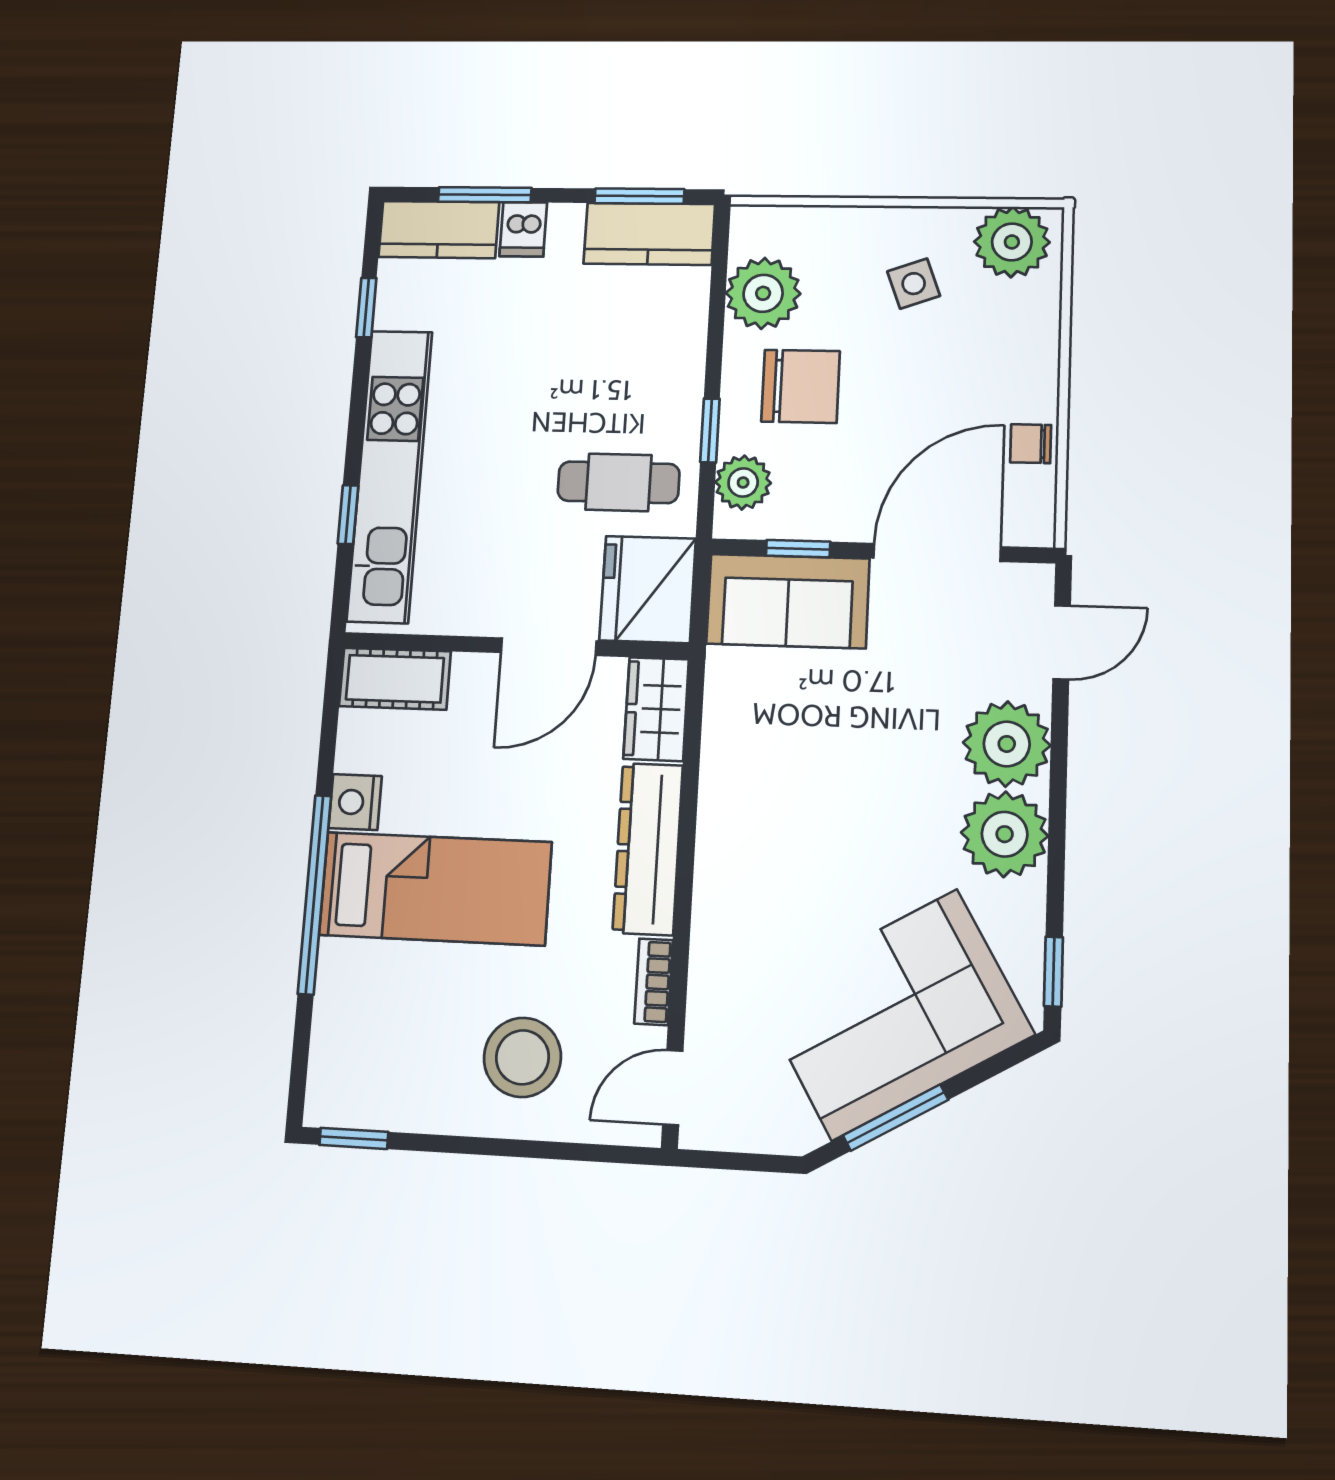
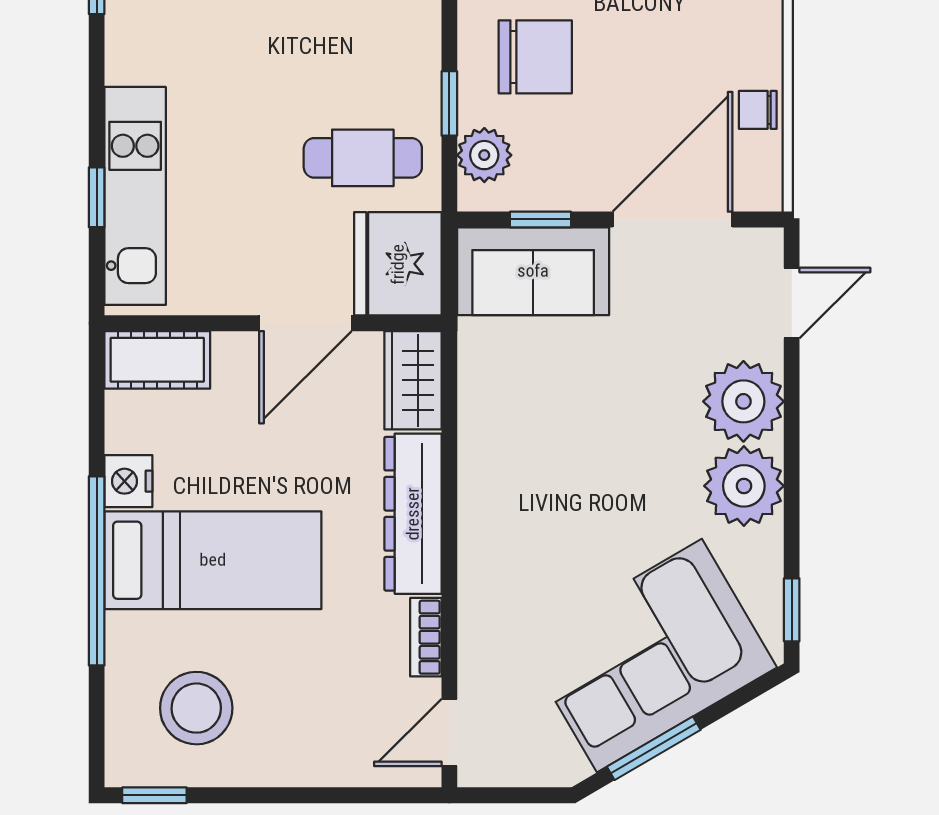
kitchen unit: (390, 475) -> (135, 196), width x0.73
stool: (522, 1057) -> (196, 708), moved

